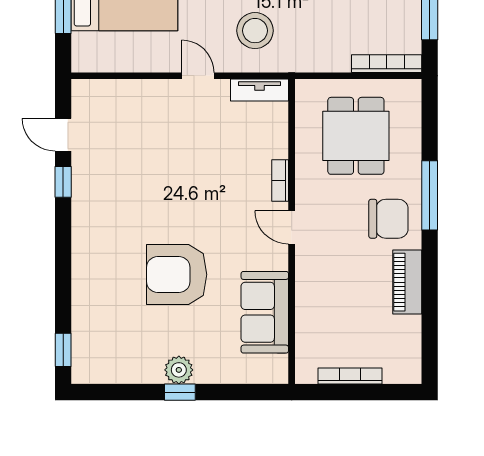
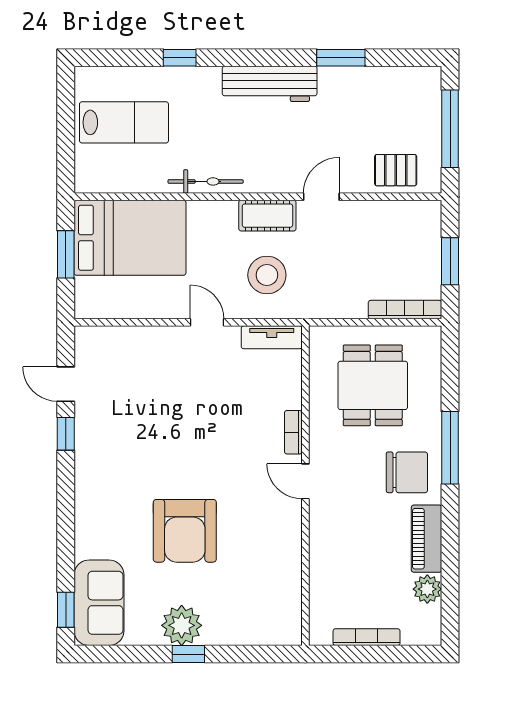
armchair: (177, 275) -> (185, 531), turned -90
sofa: (265, 312) -> (99, 603), moved, turned 180
plant: (408, 330) -> (427, 589), added
plant: (179, 370) -> (182, 625), width x1.36, depth x1.36

